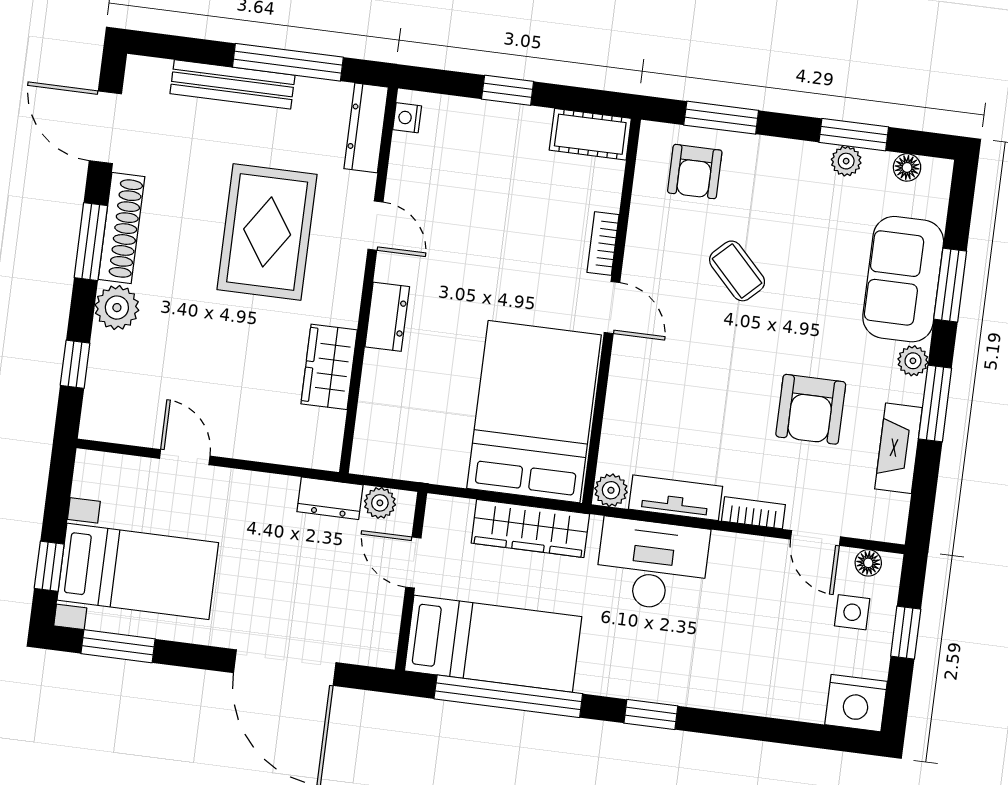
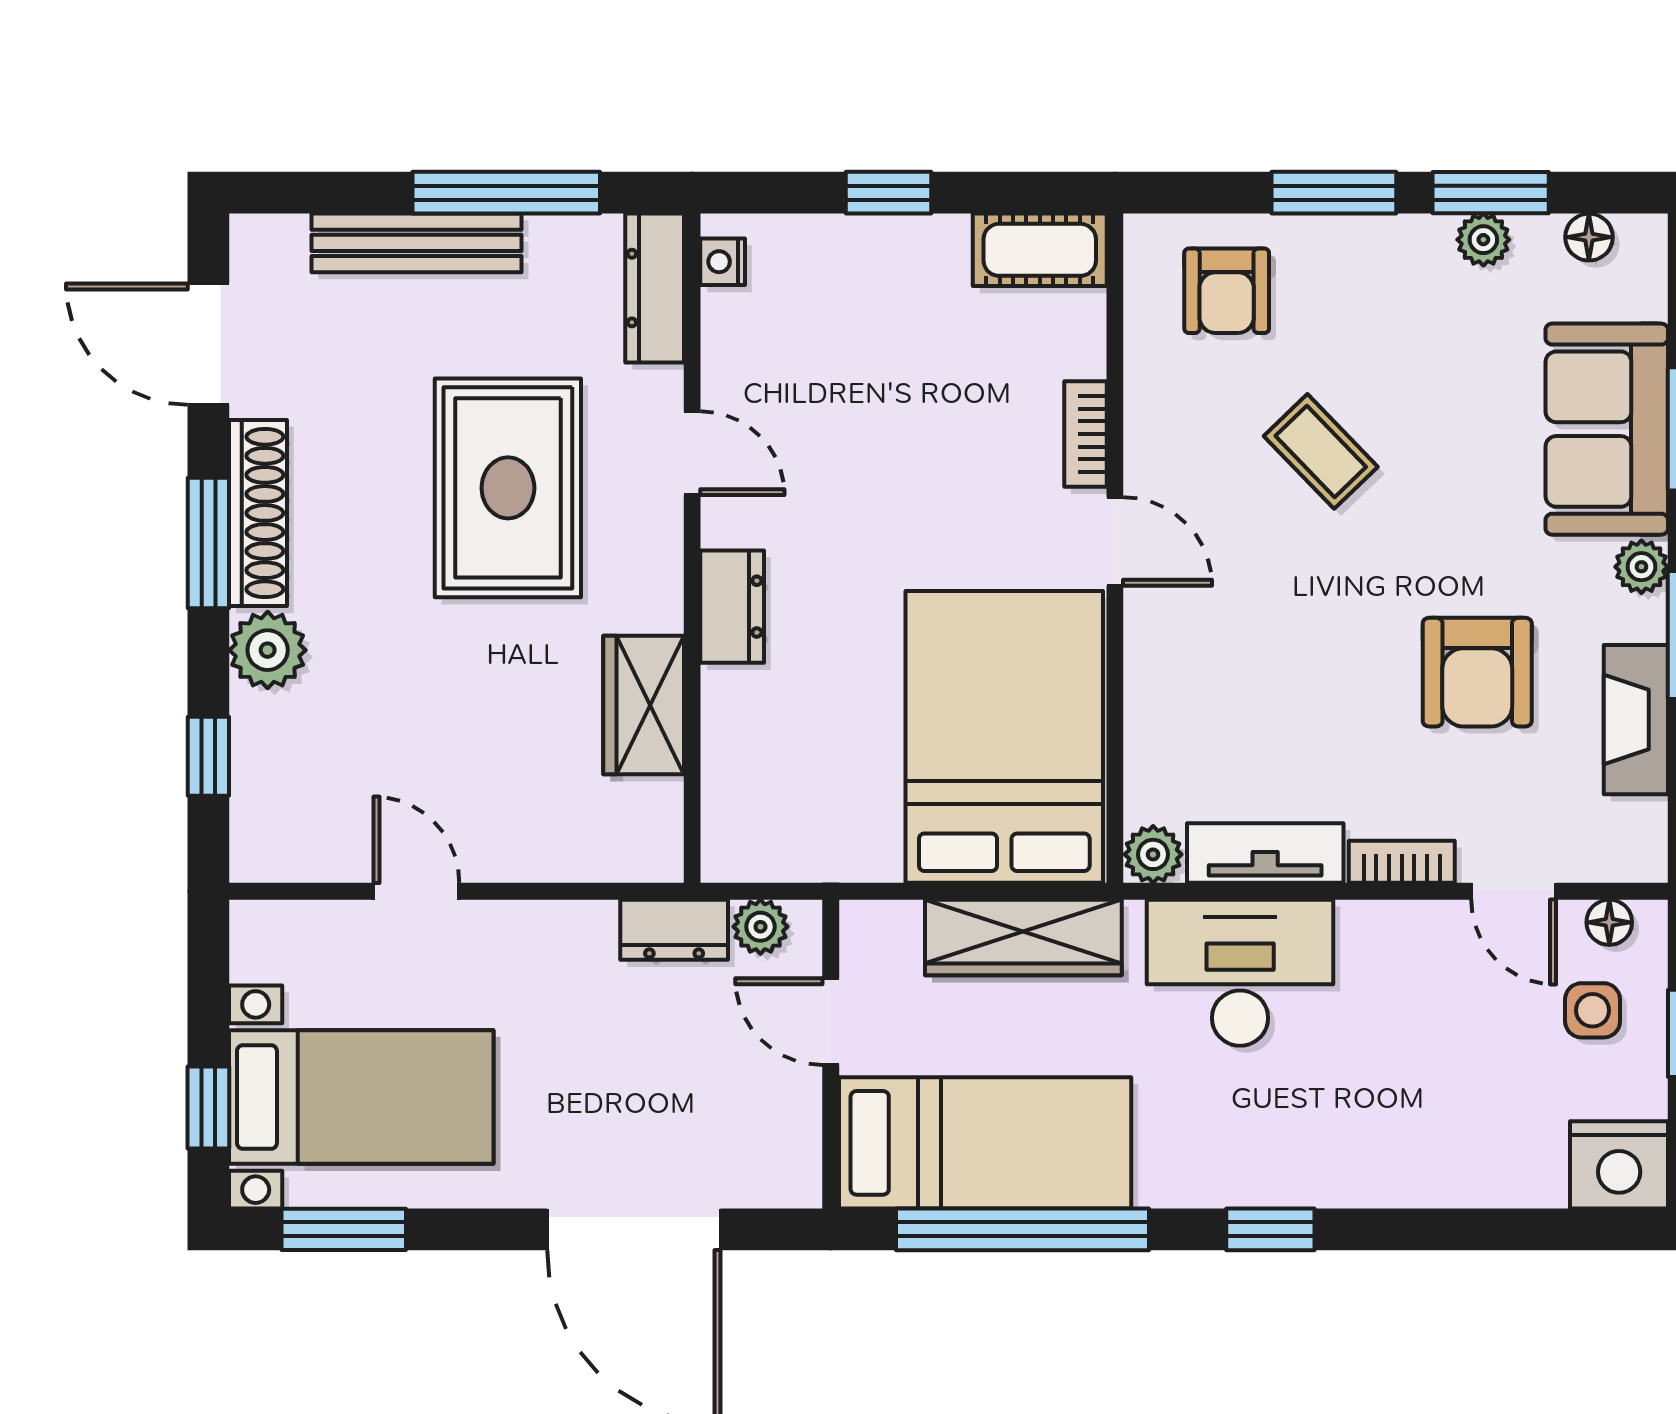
window: (721, 118) -> (1334, 193), moved

